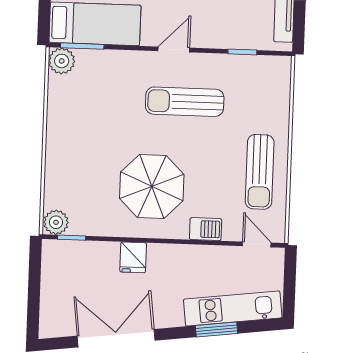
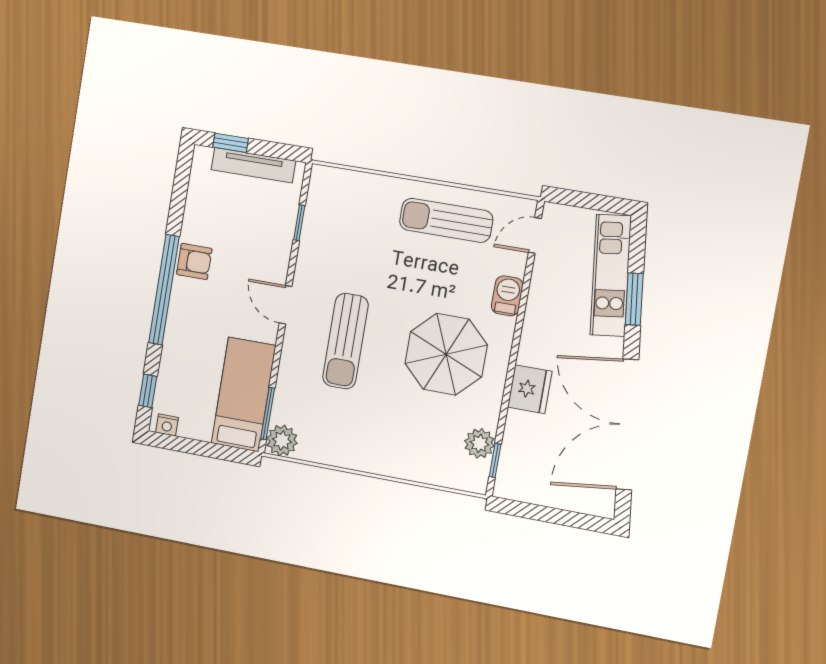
sun lounger: (185, 102) -> (345, 341), moved
sun lounger: (260, 172) -> (446, 220), turned 180
plant: (56, 222) -> (480, 443), moved
fridge: (133, 257) -> (530, 389), width x1.38
double door: (116, 338) -> (627, 425), width x1.36

